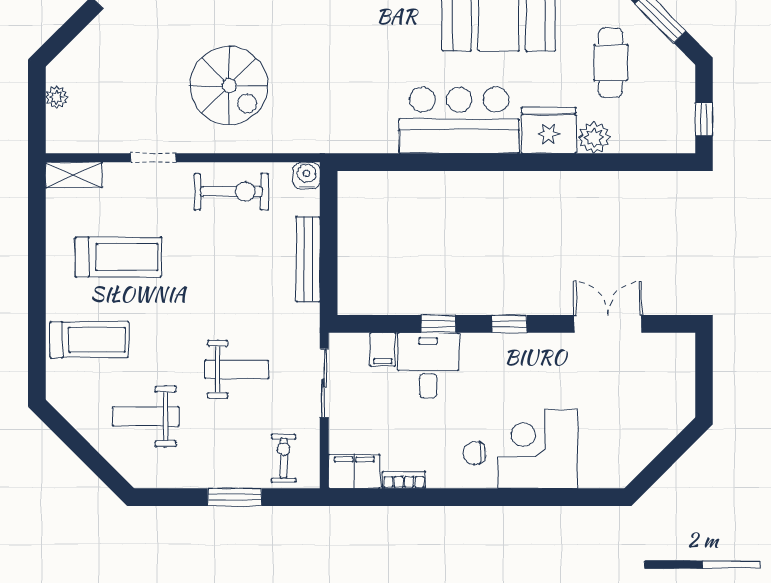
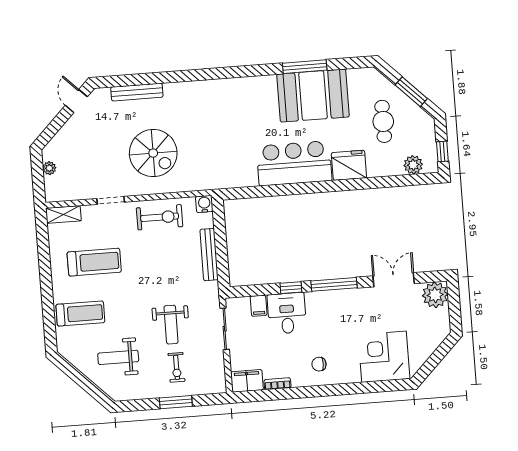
plant: (594, 138) -> (413, 165), moved
window: (509, 324) -> (334, 284), width x2.17
plant: (674, 354) -> (435, 295), added
weight bench: (237, 369) -> (171, 325), turned 90
corner desk: (538, 449) -> (384, 357), moved
exercise bike: (284, 458) -> (177, 367), moved, turned 180

